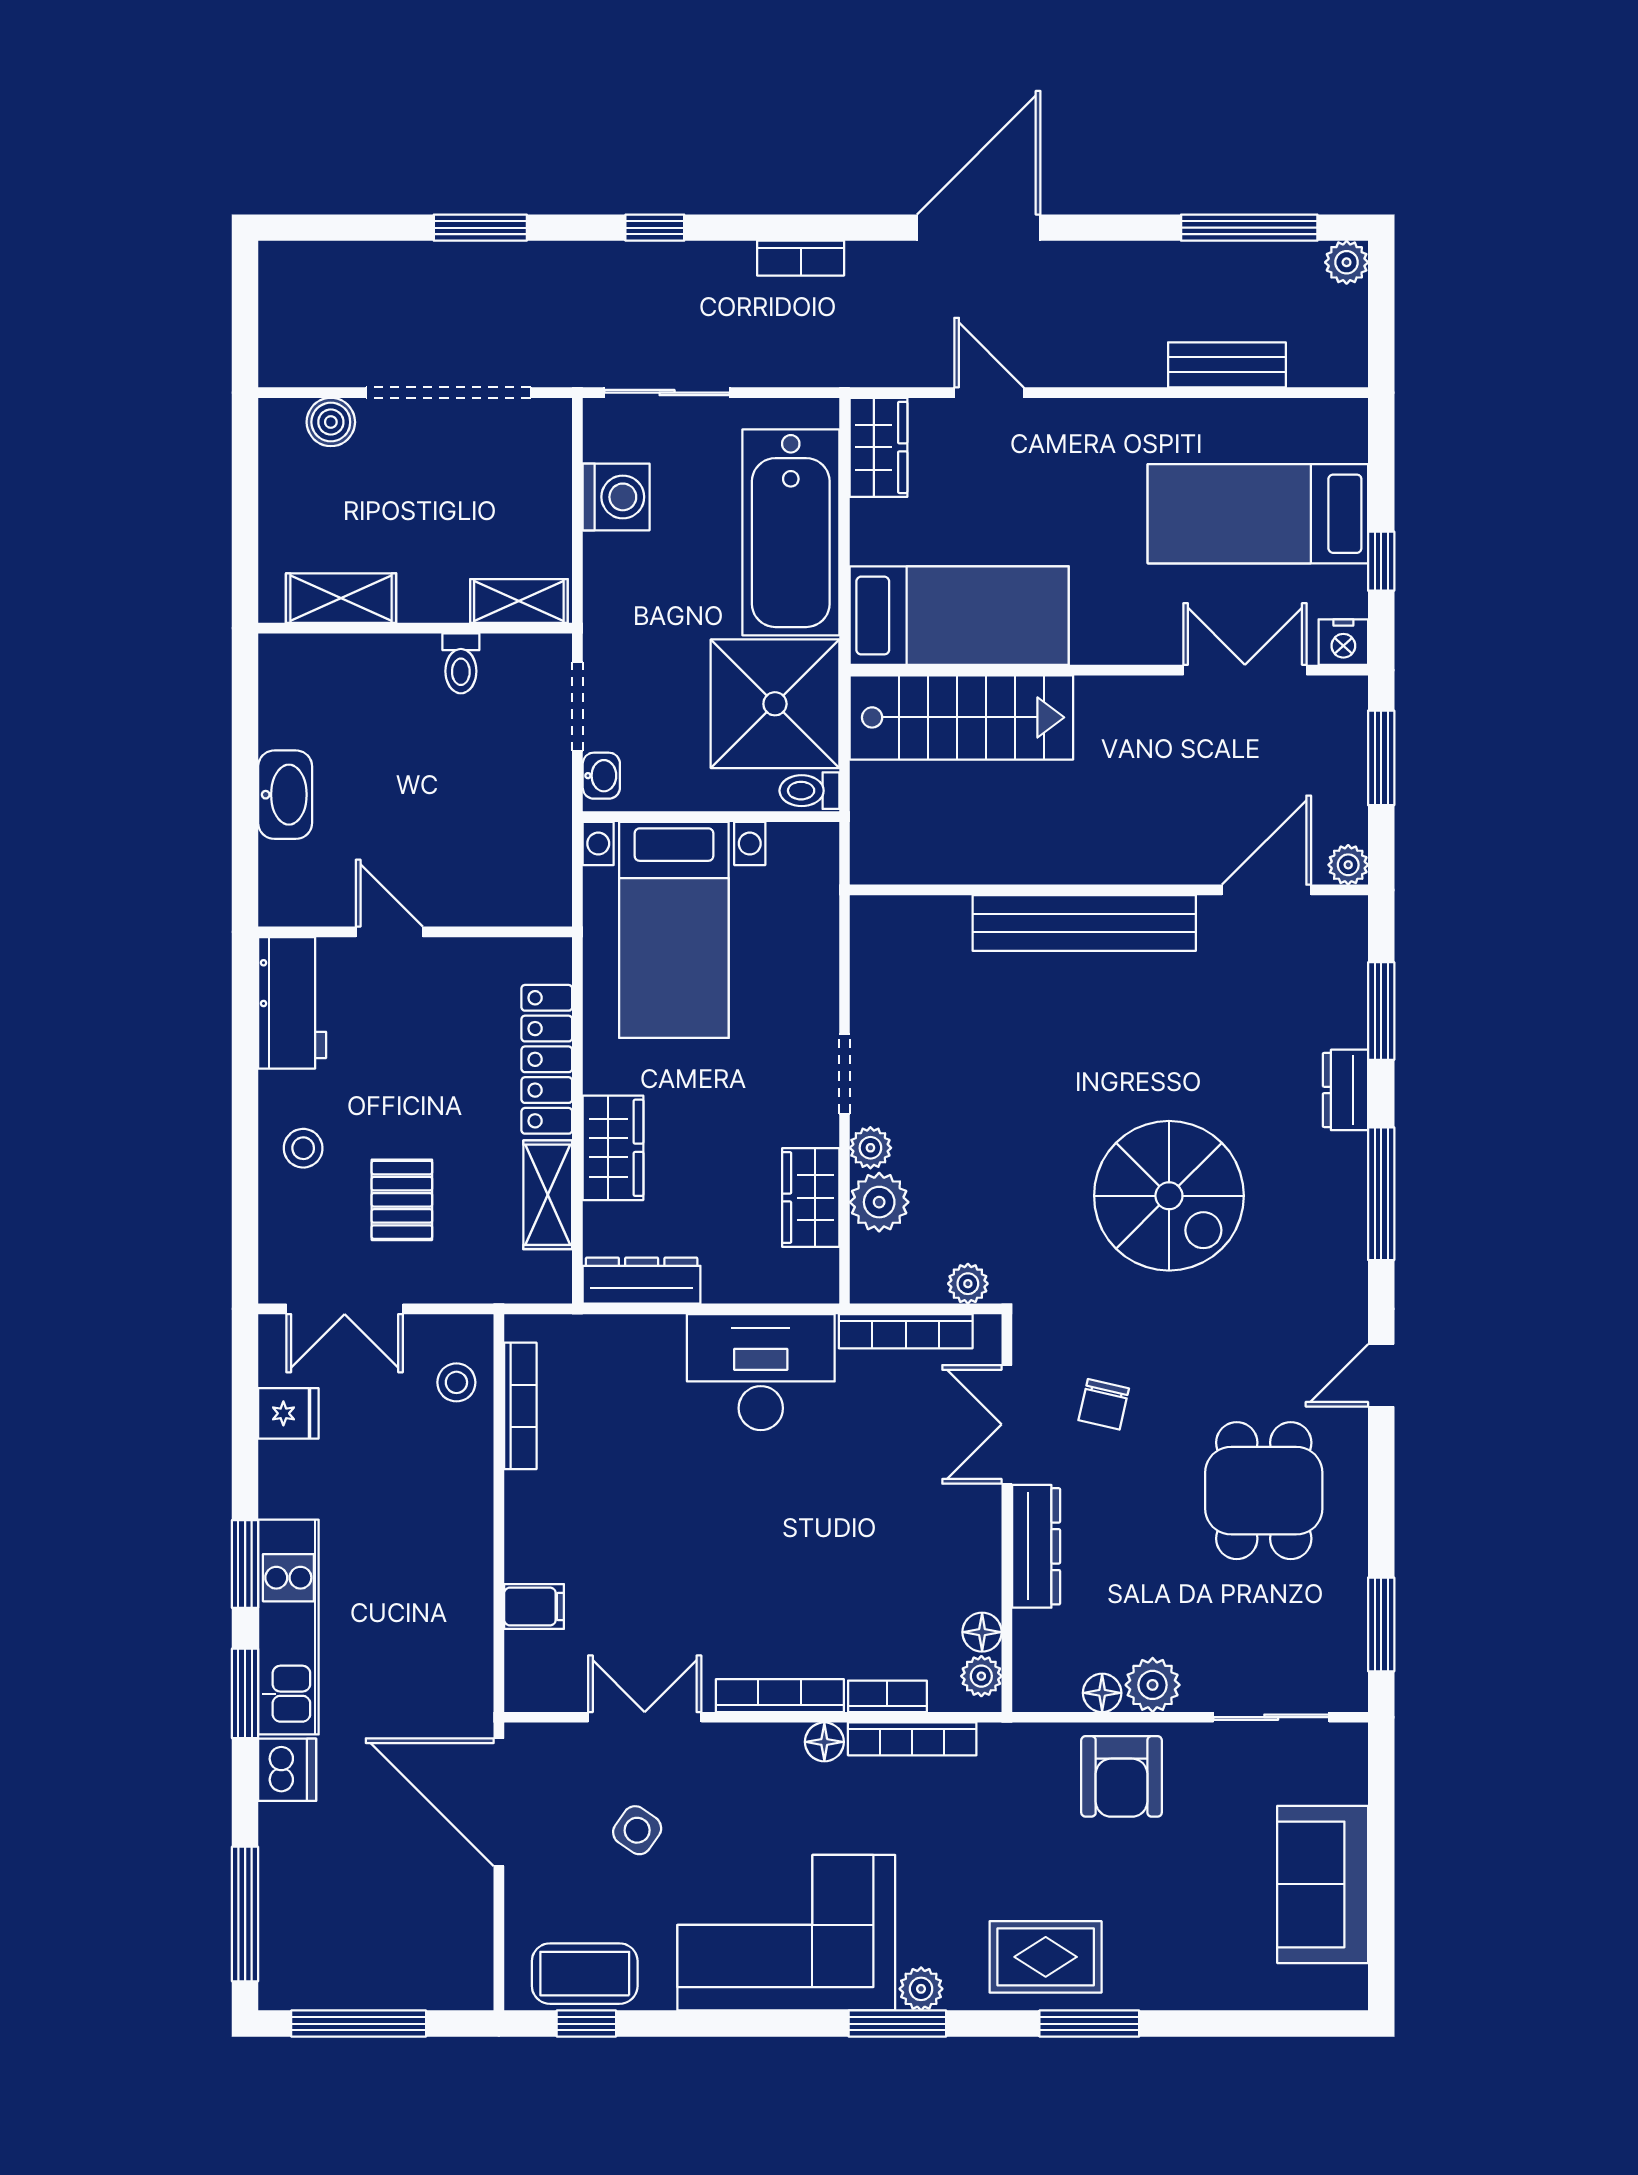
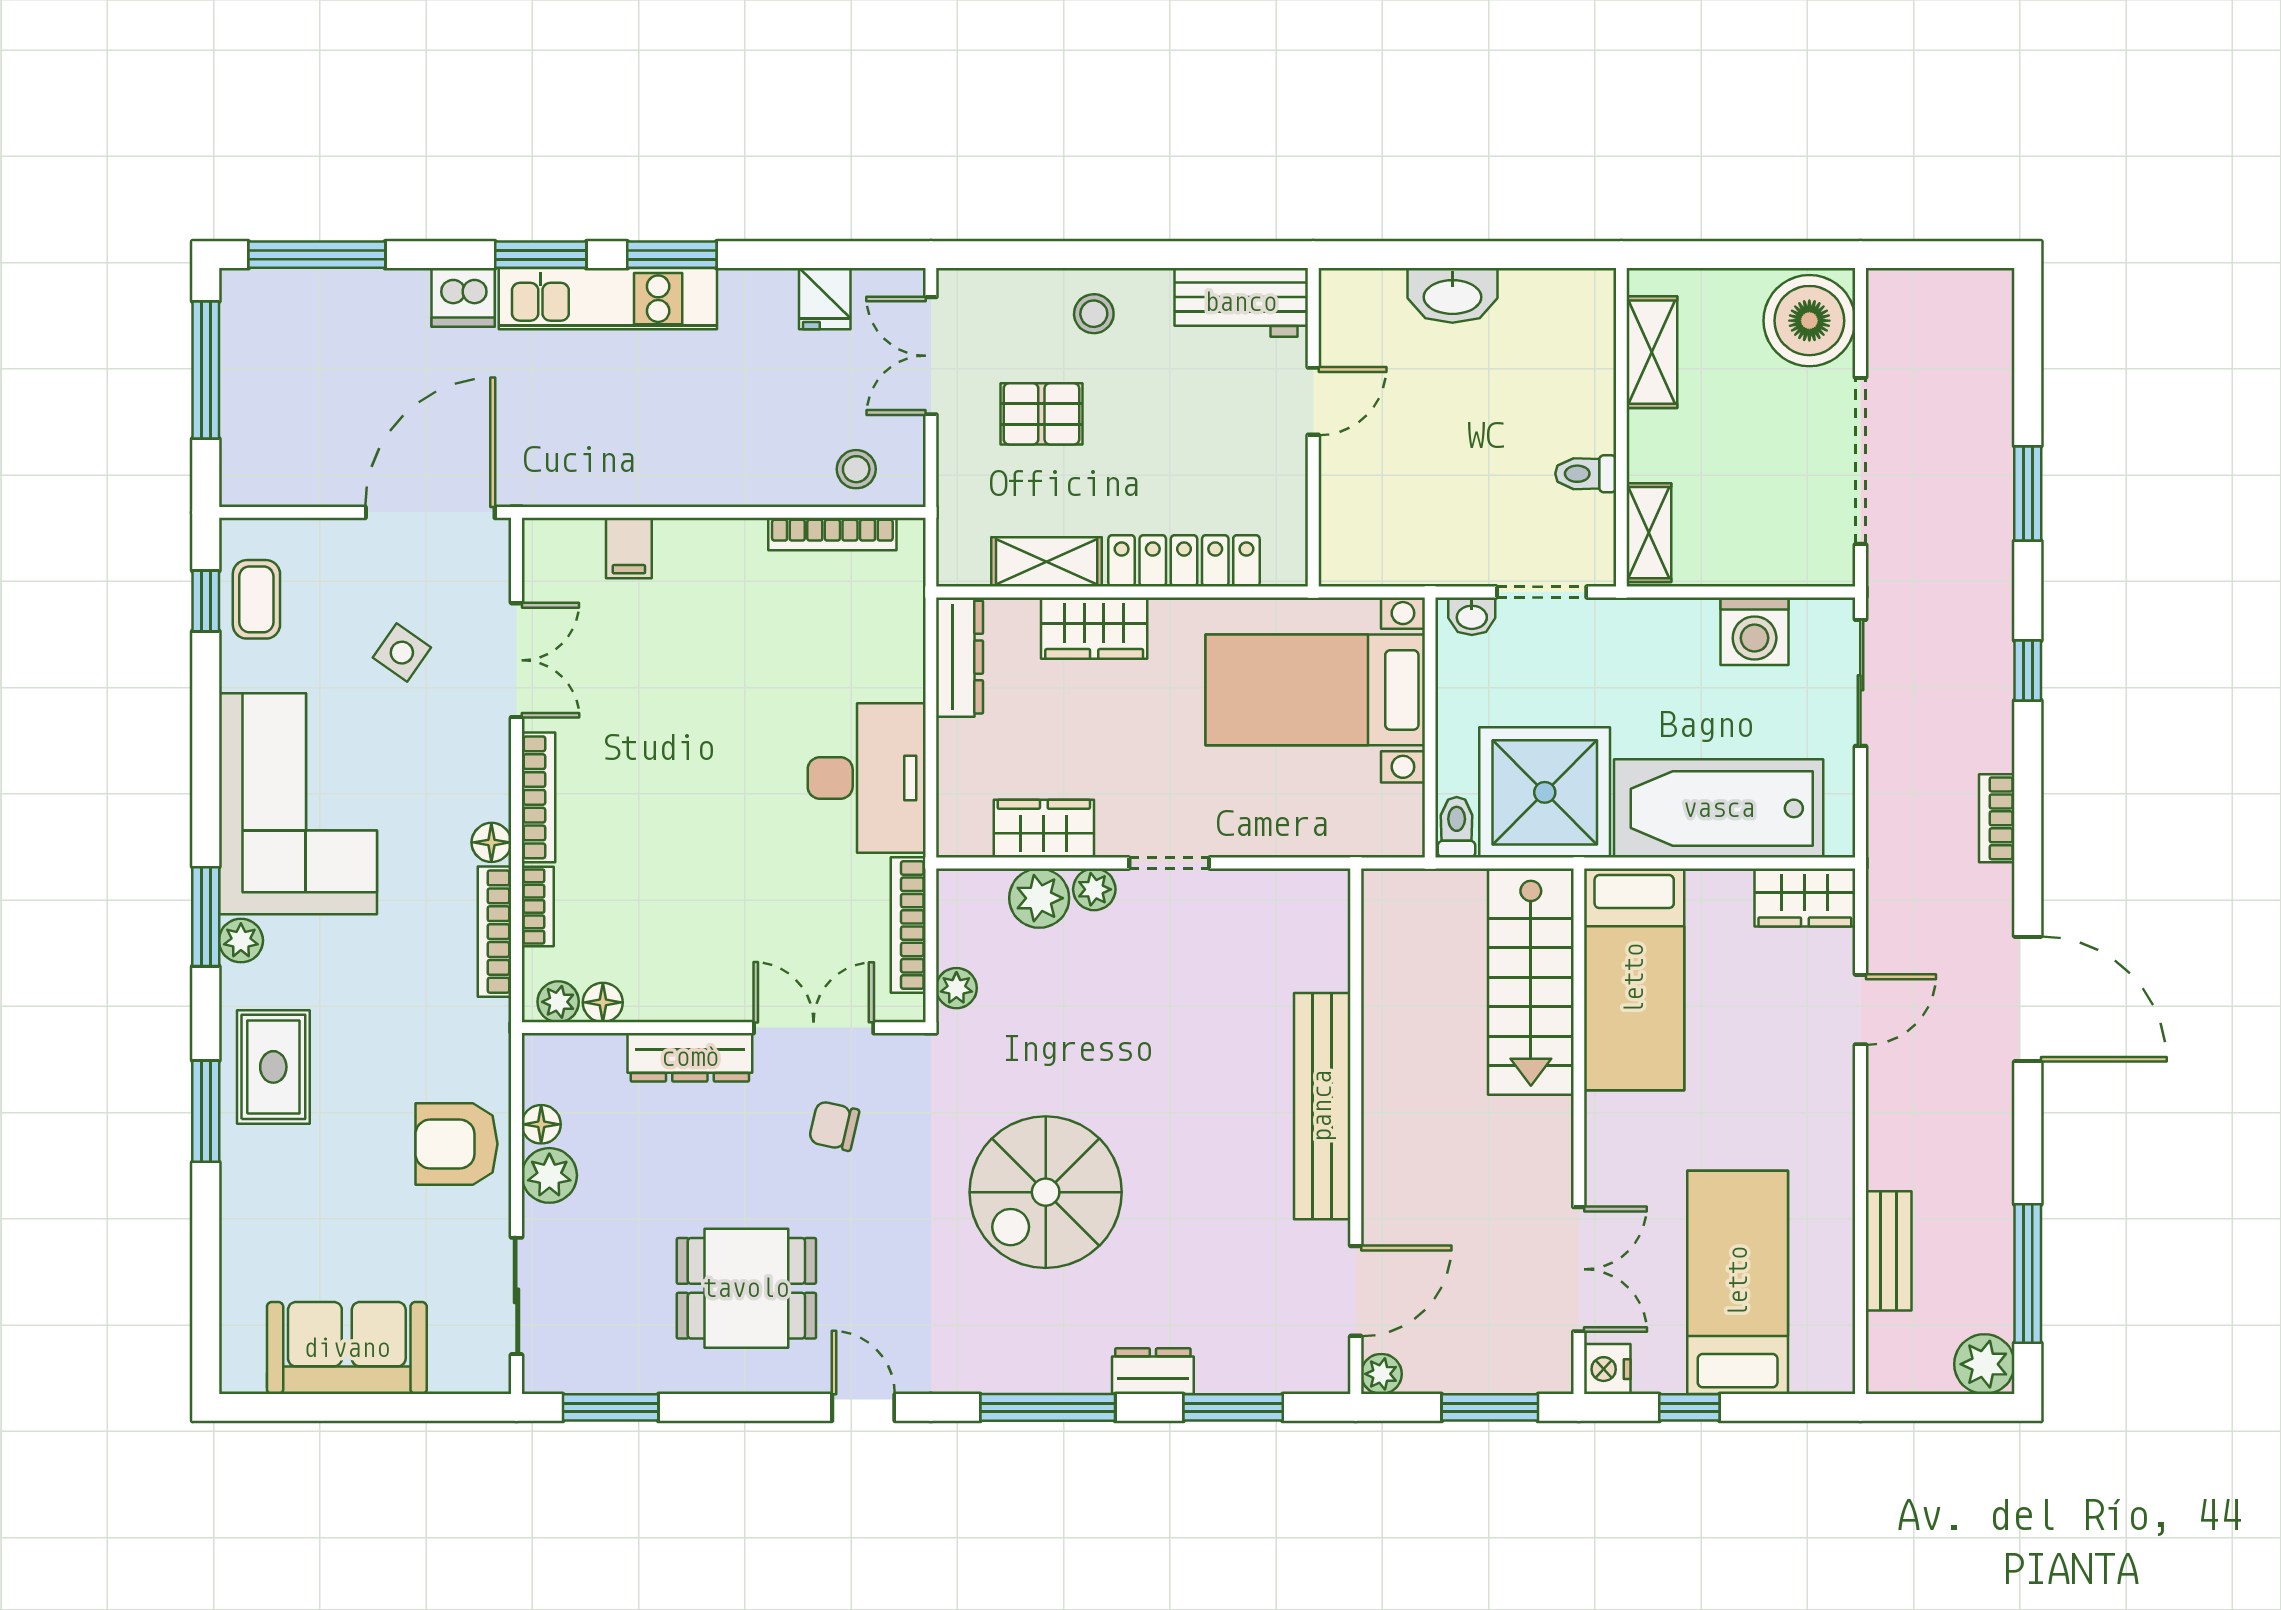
plant: (1347, 262) -> (1984, 1364), width x1.38, depth x1.38
boiler: (331, 422) -> (1809, 321), width x1.86, depth x1.86
door: (1266, 890) -> (1356, 1291), hinge flipped
coffee table: (585, 1974) -> (256, 599), width x0.73, depth x0.77

